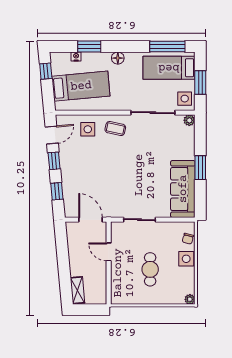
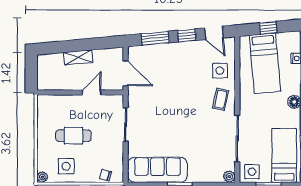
window: (46, 71) -> (268, 28), moved
window: (57, 191) -> (155, 38), width x1.50
door: (91, 220) -> (126, 73), hinge flipped
side table: (186, 259) -> (66, 166), moved
shelving: (77, 290) -> (78, 57), moved

